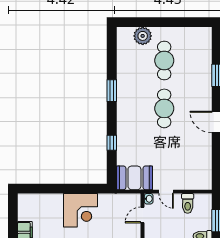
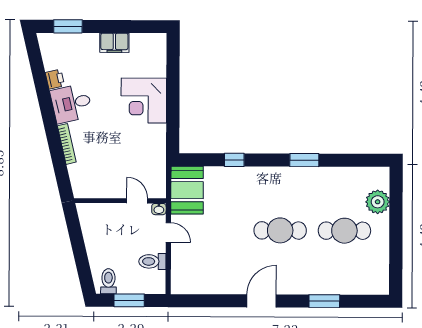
door: (166, 192) -> (168, 233), swing flipped
corner desk: (80, 210) -> (144, 101), moved

